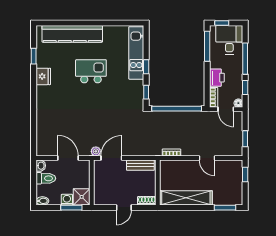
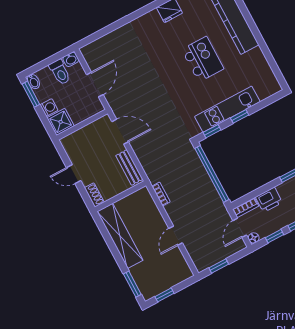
kitchen unit: (136, 53) -> (227, 109), moved
plant: (96, 151) -> (118, 111), removed
window: (245, 175) -> (164, 295), moved
window: (71, 208) -> (31, 94), moved

